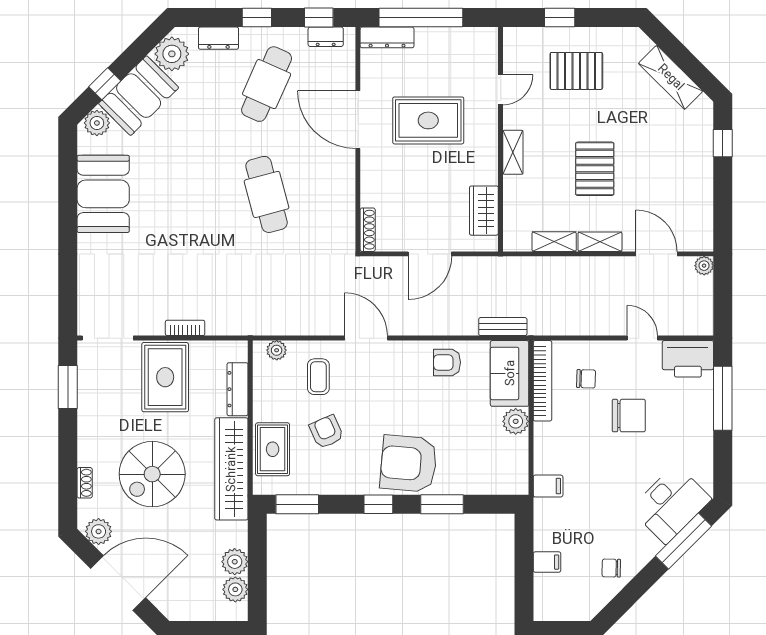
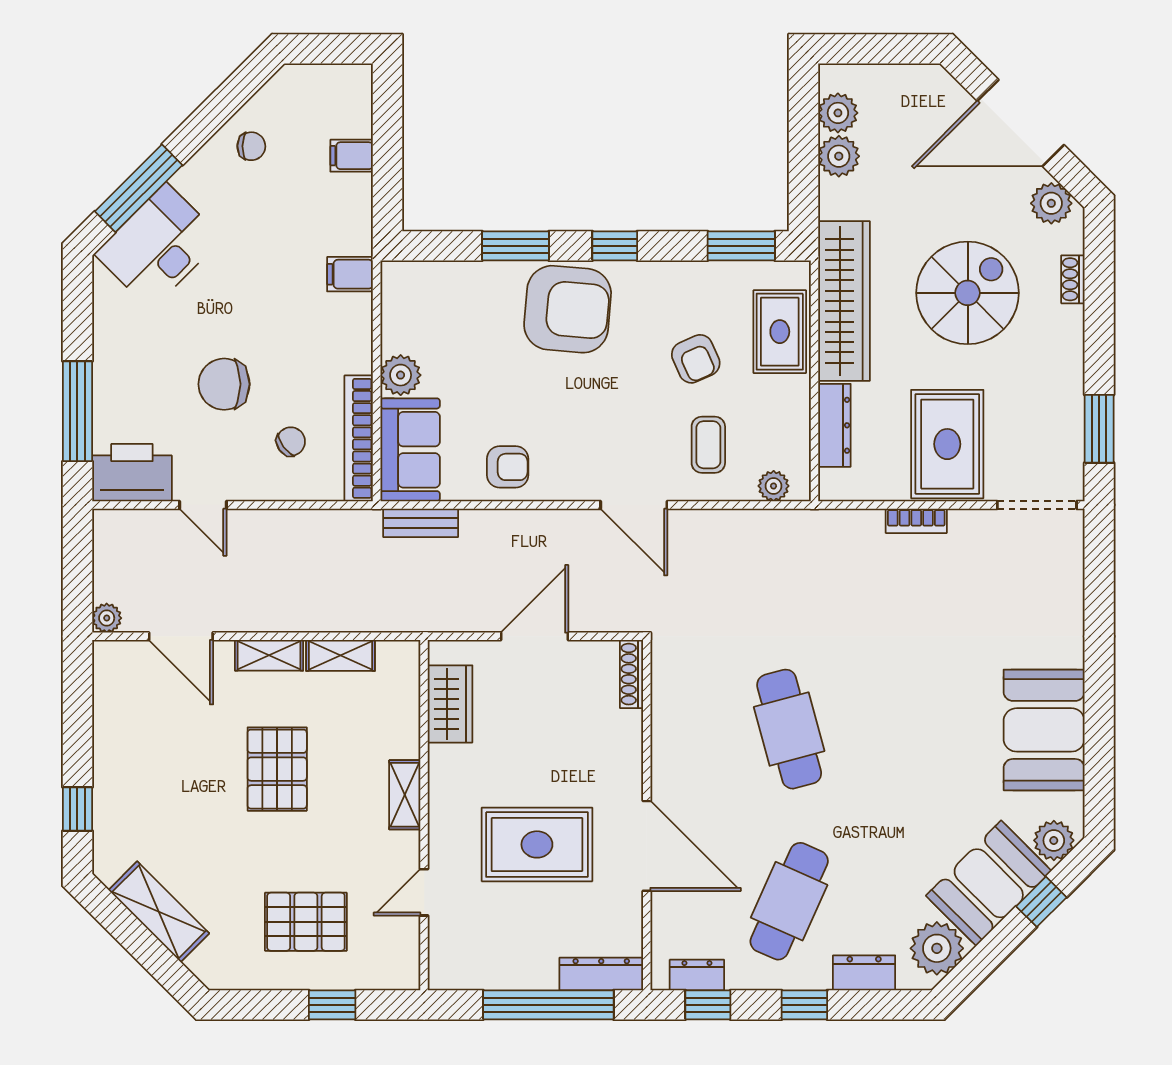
chair: (586, 379) -> (291, 442), turned 142

